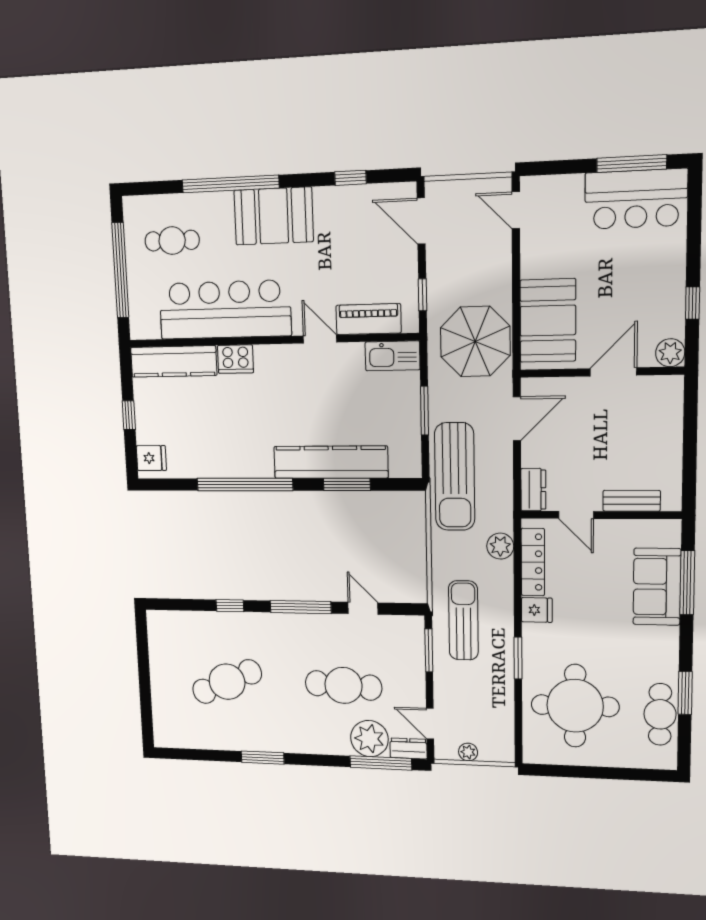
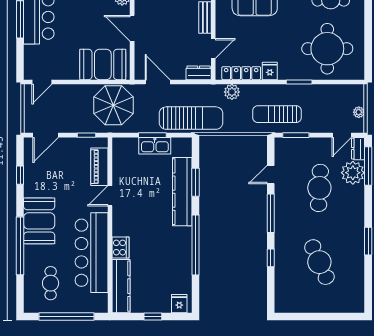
kitchen sink: (393, 356) -> (155, 146), moved, turned 90

